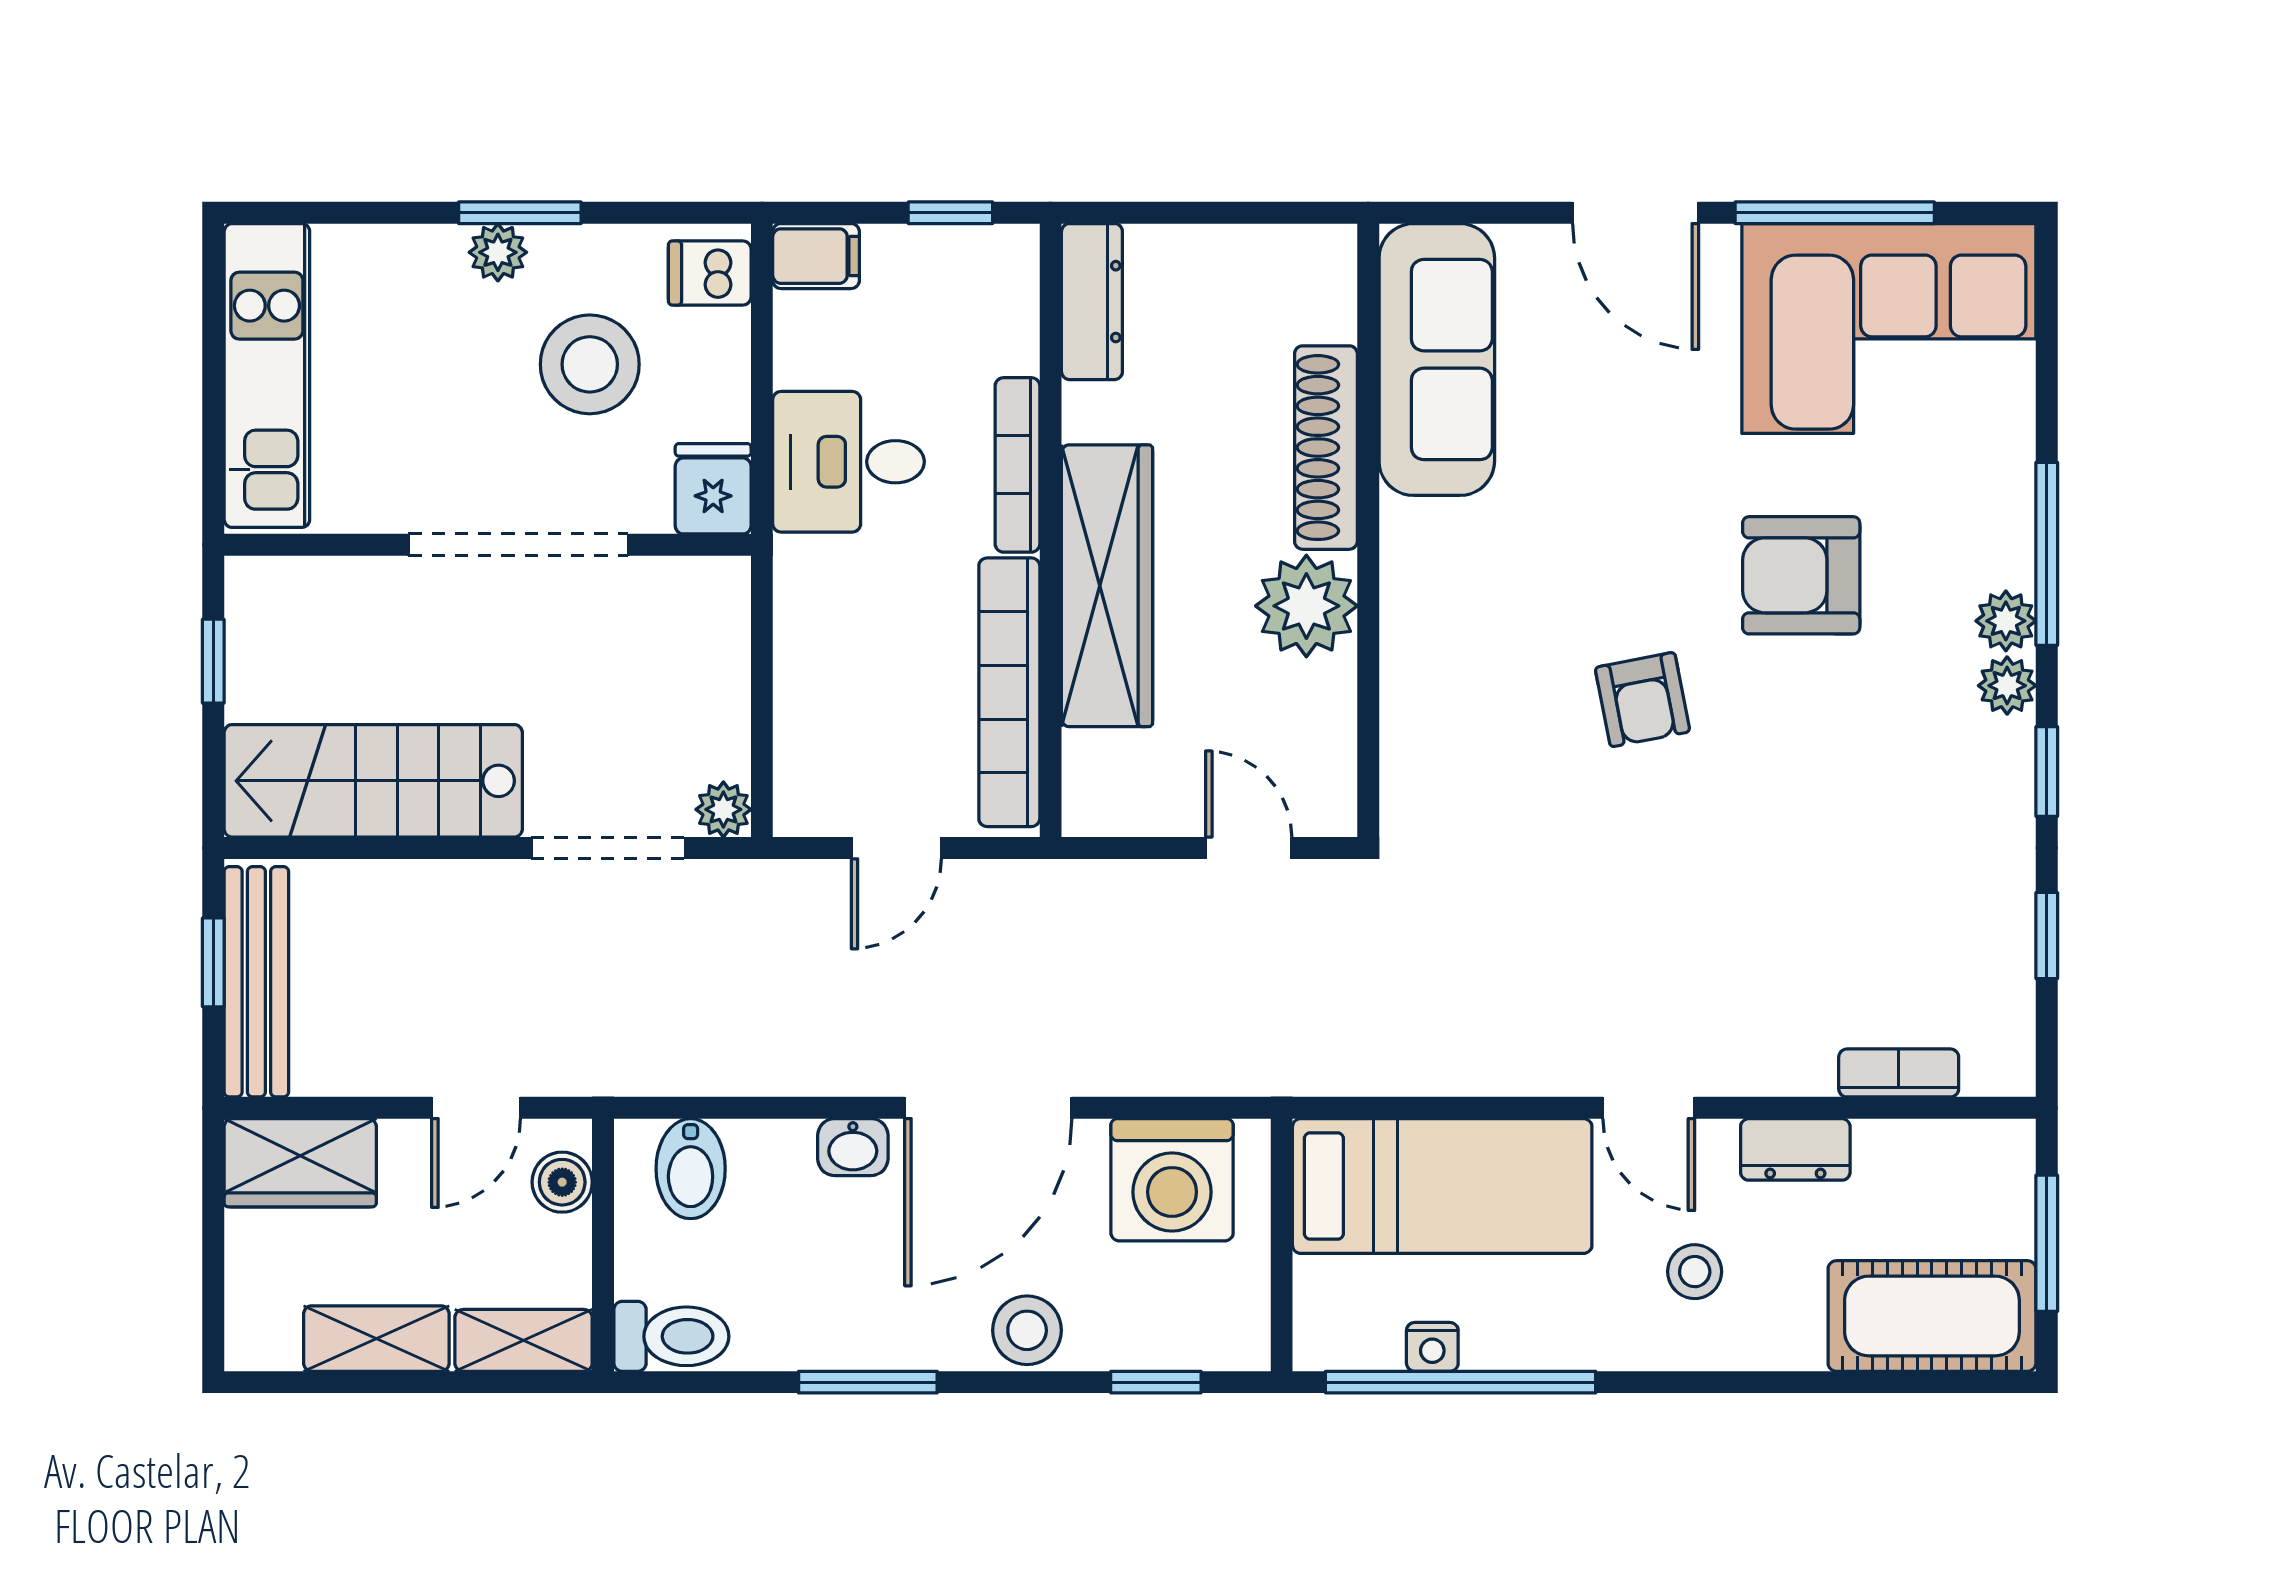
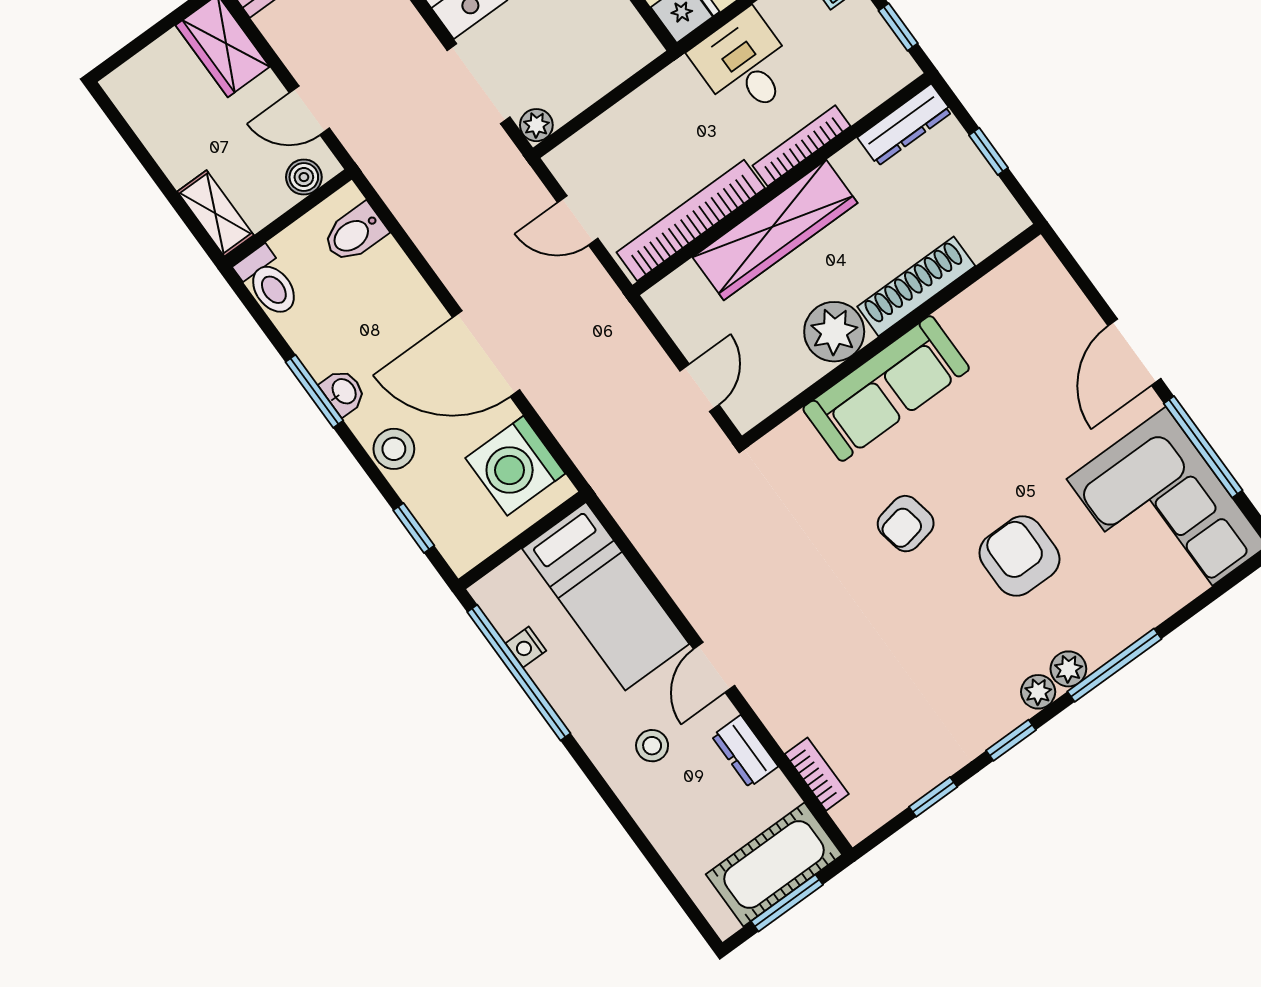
window: (1213, 213) -> (989, 151), added
sofa: (1437, 360) -> (886, 389), moved
washbasin: (853, 1147) -> (343, 392), moved, turned 180
cot: (1932, 1316) -> (774, 865), moved, turned 90
shelving: (376, 1339) -> (165, 143), removed

